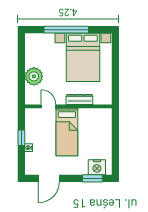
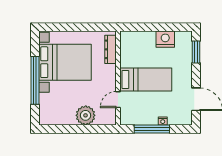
dresser: (79, 99) -> (110, 49), moved
window: (21, 138) -> (152, 129), width x2.17
nightstand: (97, 167) -> (165, 39), moved, turned -90

